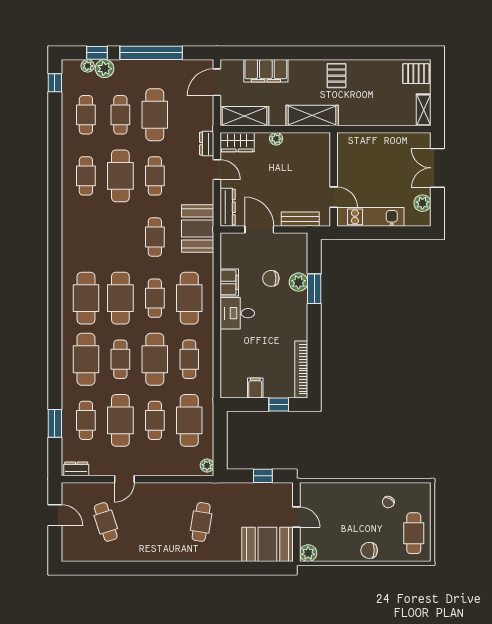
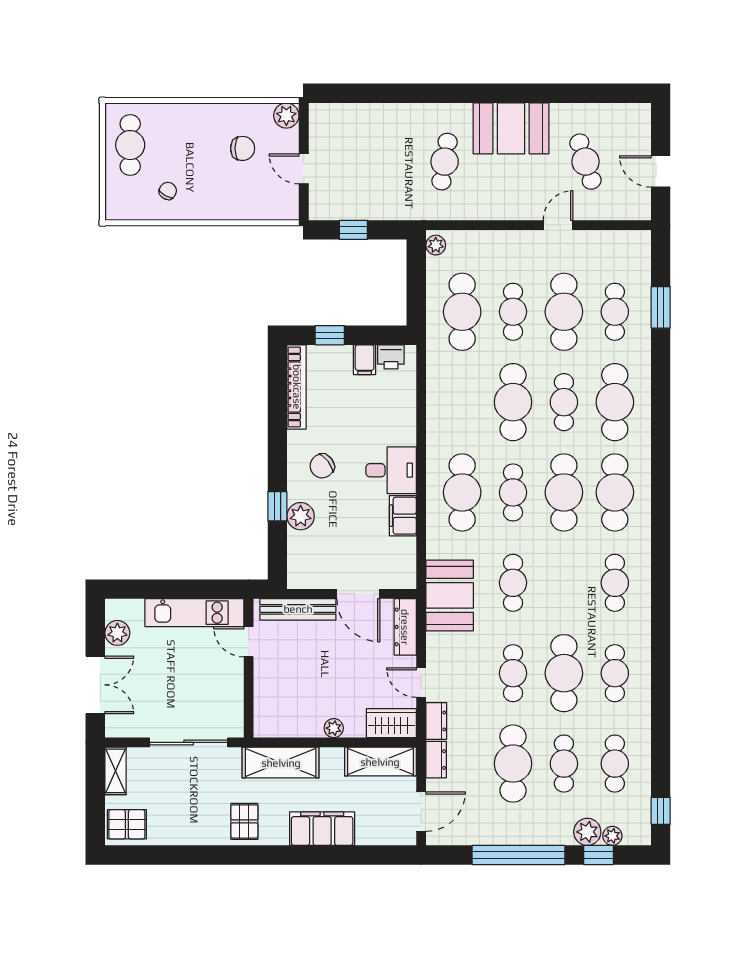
filing cabinet: (266, 71) -> (322, 829), moved
sliding door: (374, 129) -> (189, 742), added
bench: (300, 219) -> (298, 609), width x1.36
chair: (271, 278) -> (322, 466), moved, turned 143
window: (314, 289) -> (277, 506), width x0.67
cafe table: (189, 359) -> (615, 583), moved
printer: (237, 390) -> (391, 357), added
dresser: (76, 469) -> (436, 760), moved, turned -90
booth: (267, 544) -> (511, 128), moved
chair: (369, 550) -> (243, 148), moved

